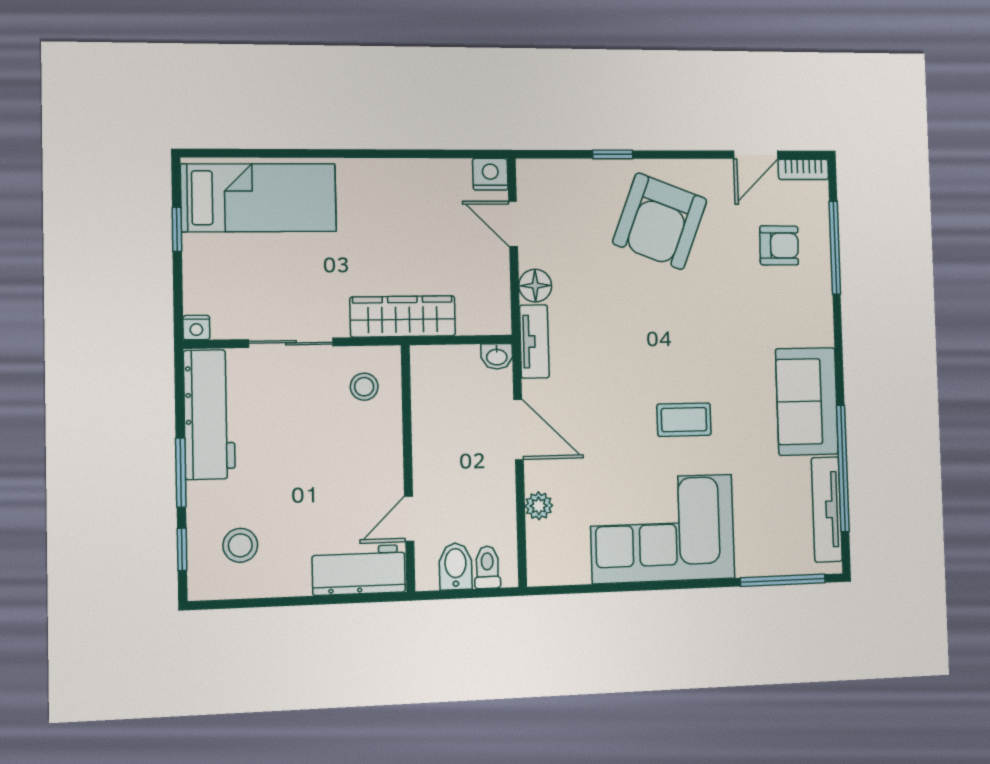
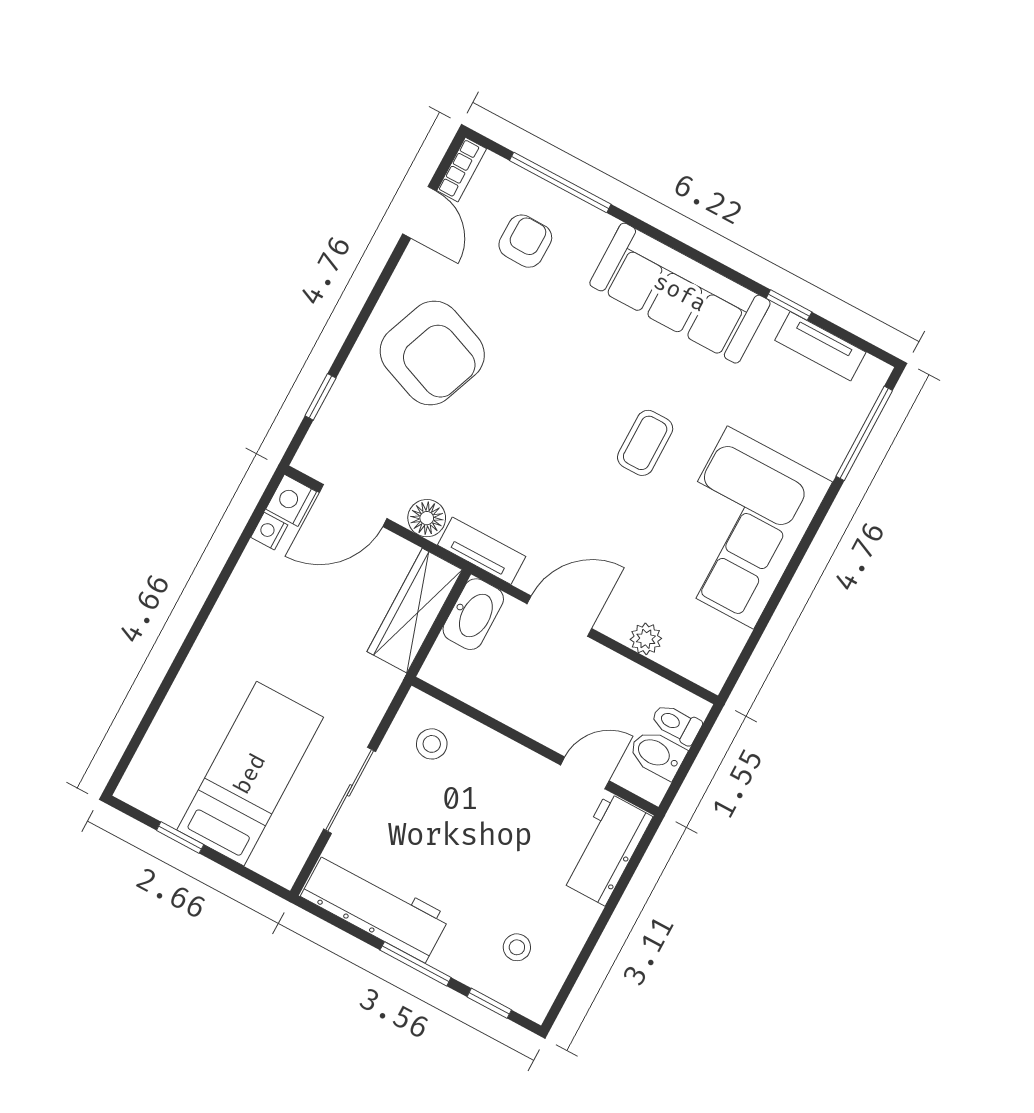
window: (613, 154) -> (320, 397), moved
bed: (259, 198) -> (250, 774), moved
door: (513, 224) -> (353, 505), width x1.38
wardrobe: (403, 316) -> (415, 611), moved
nightstand: (196, 328) -> (269, 531), moved, turned 180
washbasin: (497, 356) -> (473, 614), width x1.91, depth x1.45
sofa: (807, 401) -> (680, 293), width x1.36
window: (843, 468) -> (789, 305), width x0.32
tv unit: (827, 509) -> (820, 346), width x0.71
door: (409, 519) -> (585, 773), swing flipped
stool: (240, 545) -> (517, 947), width x0.73, depth x0.73

